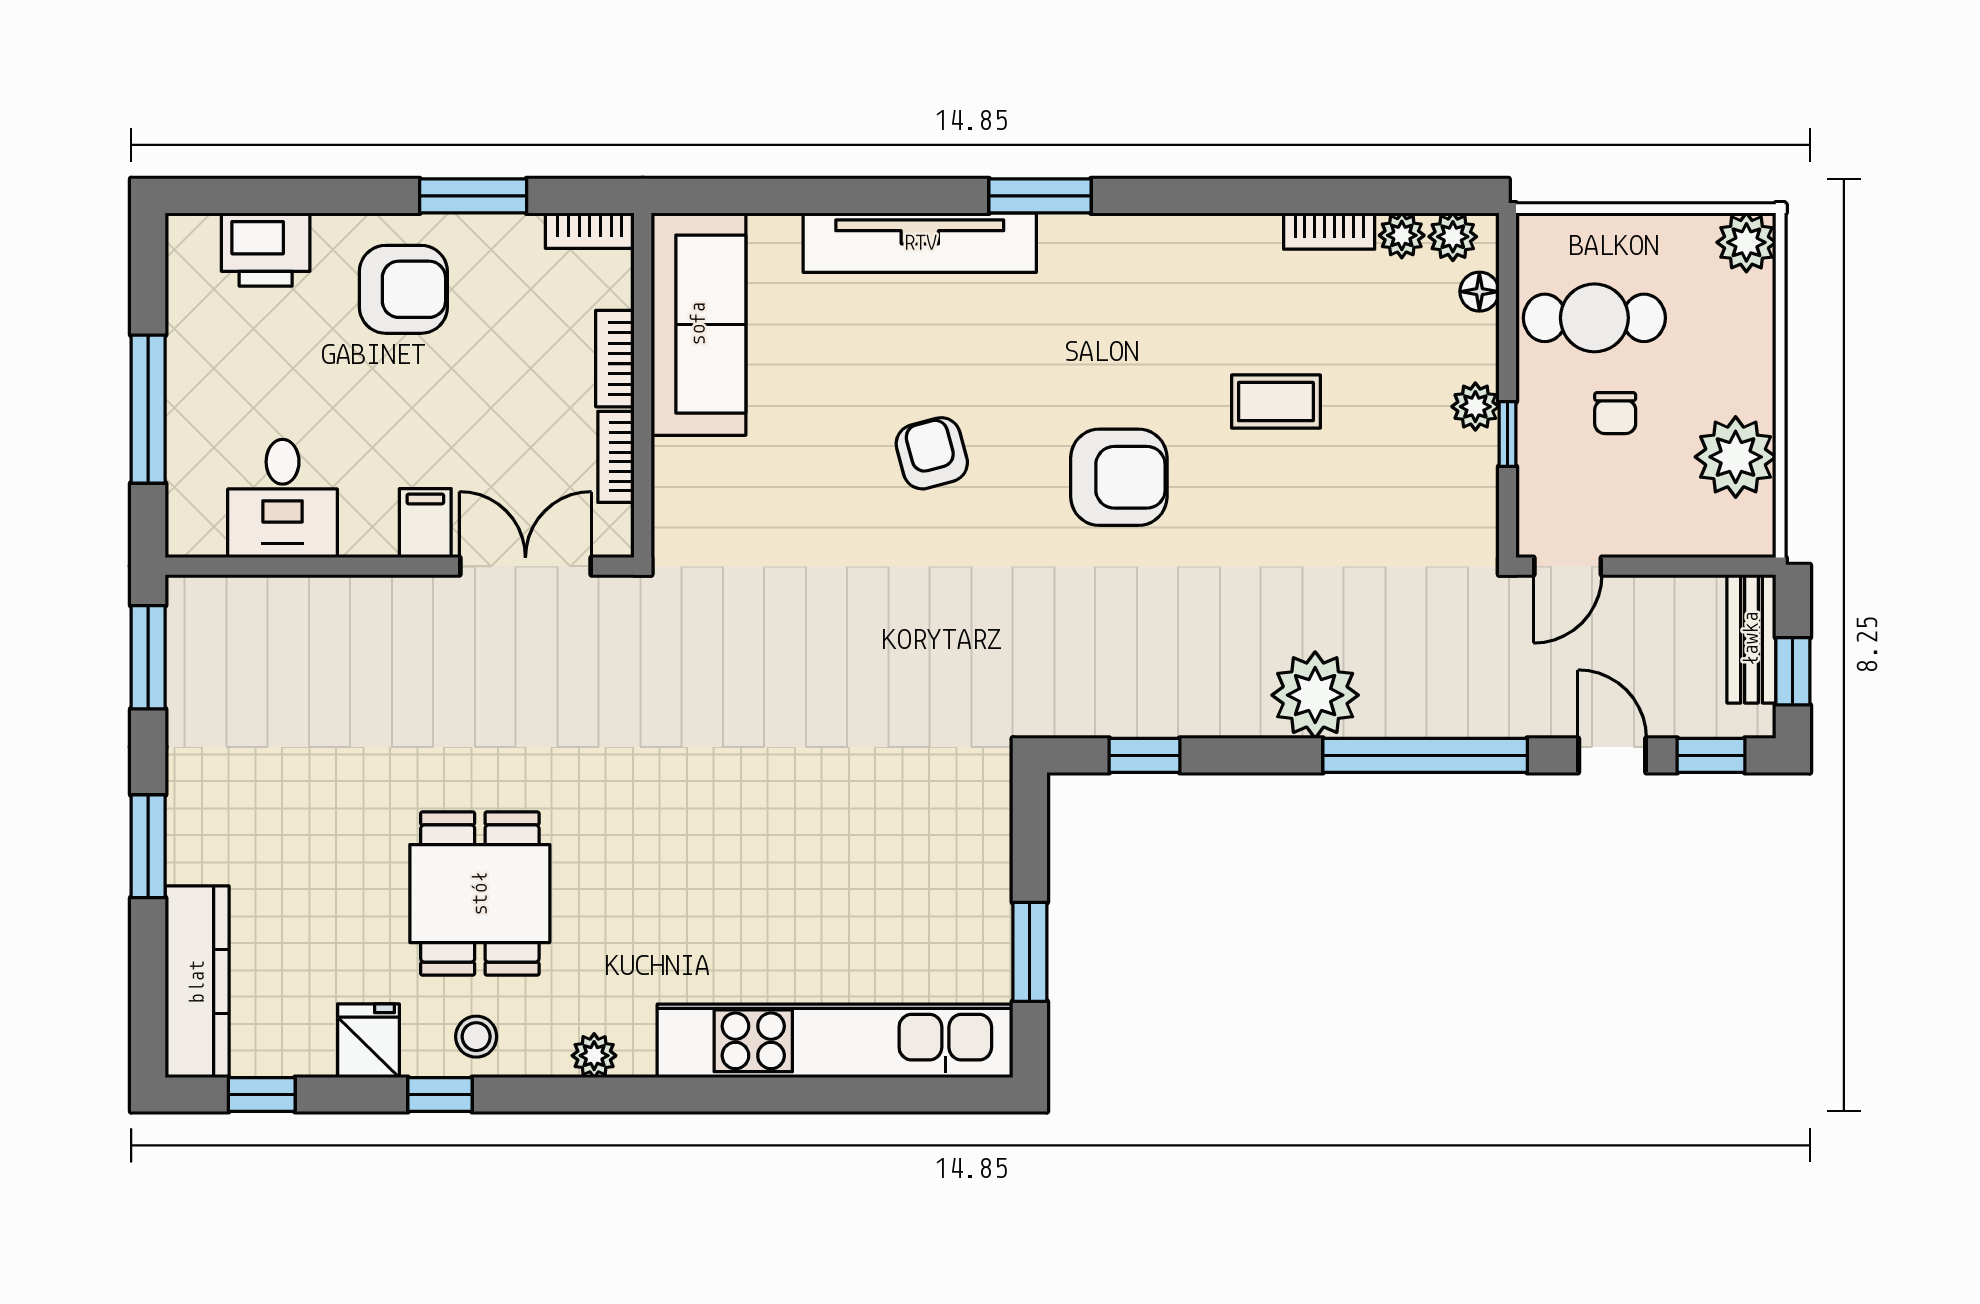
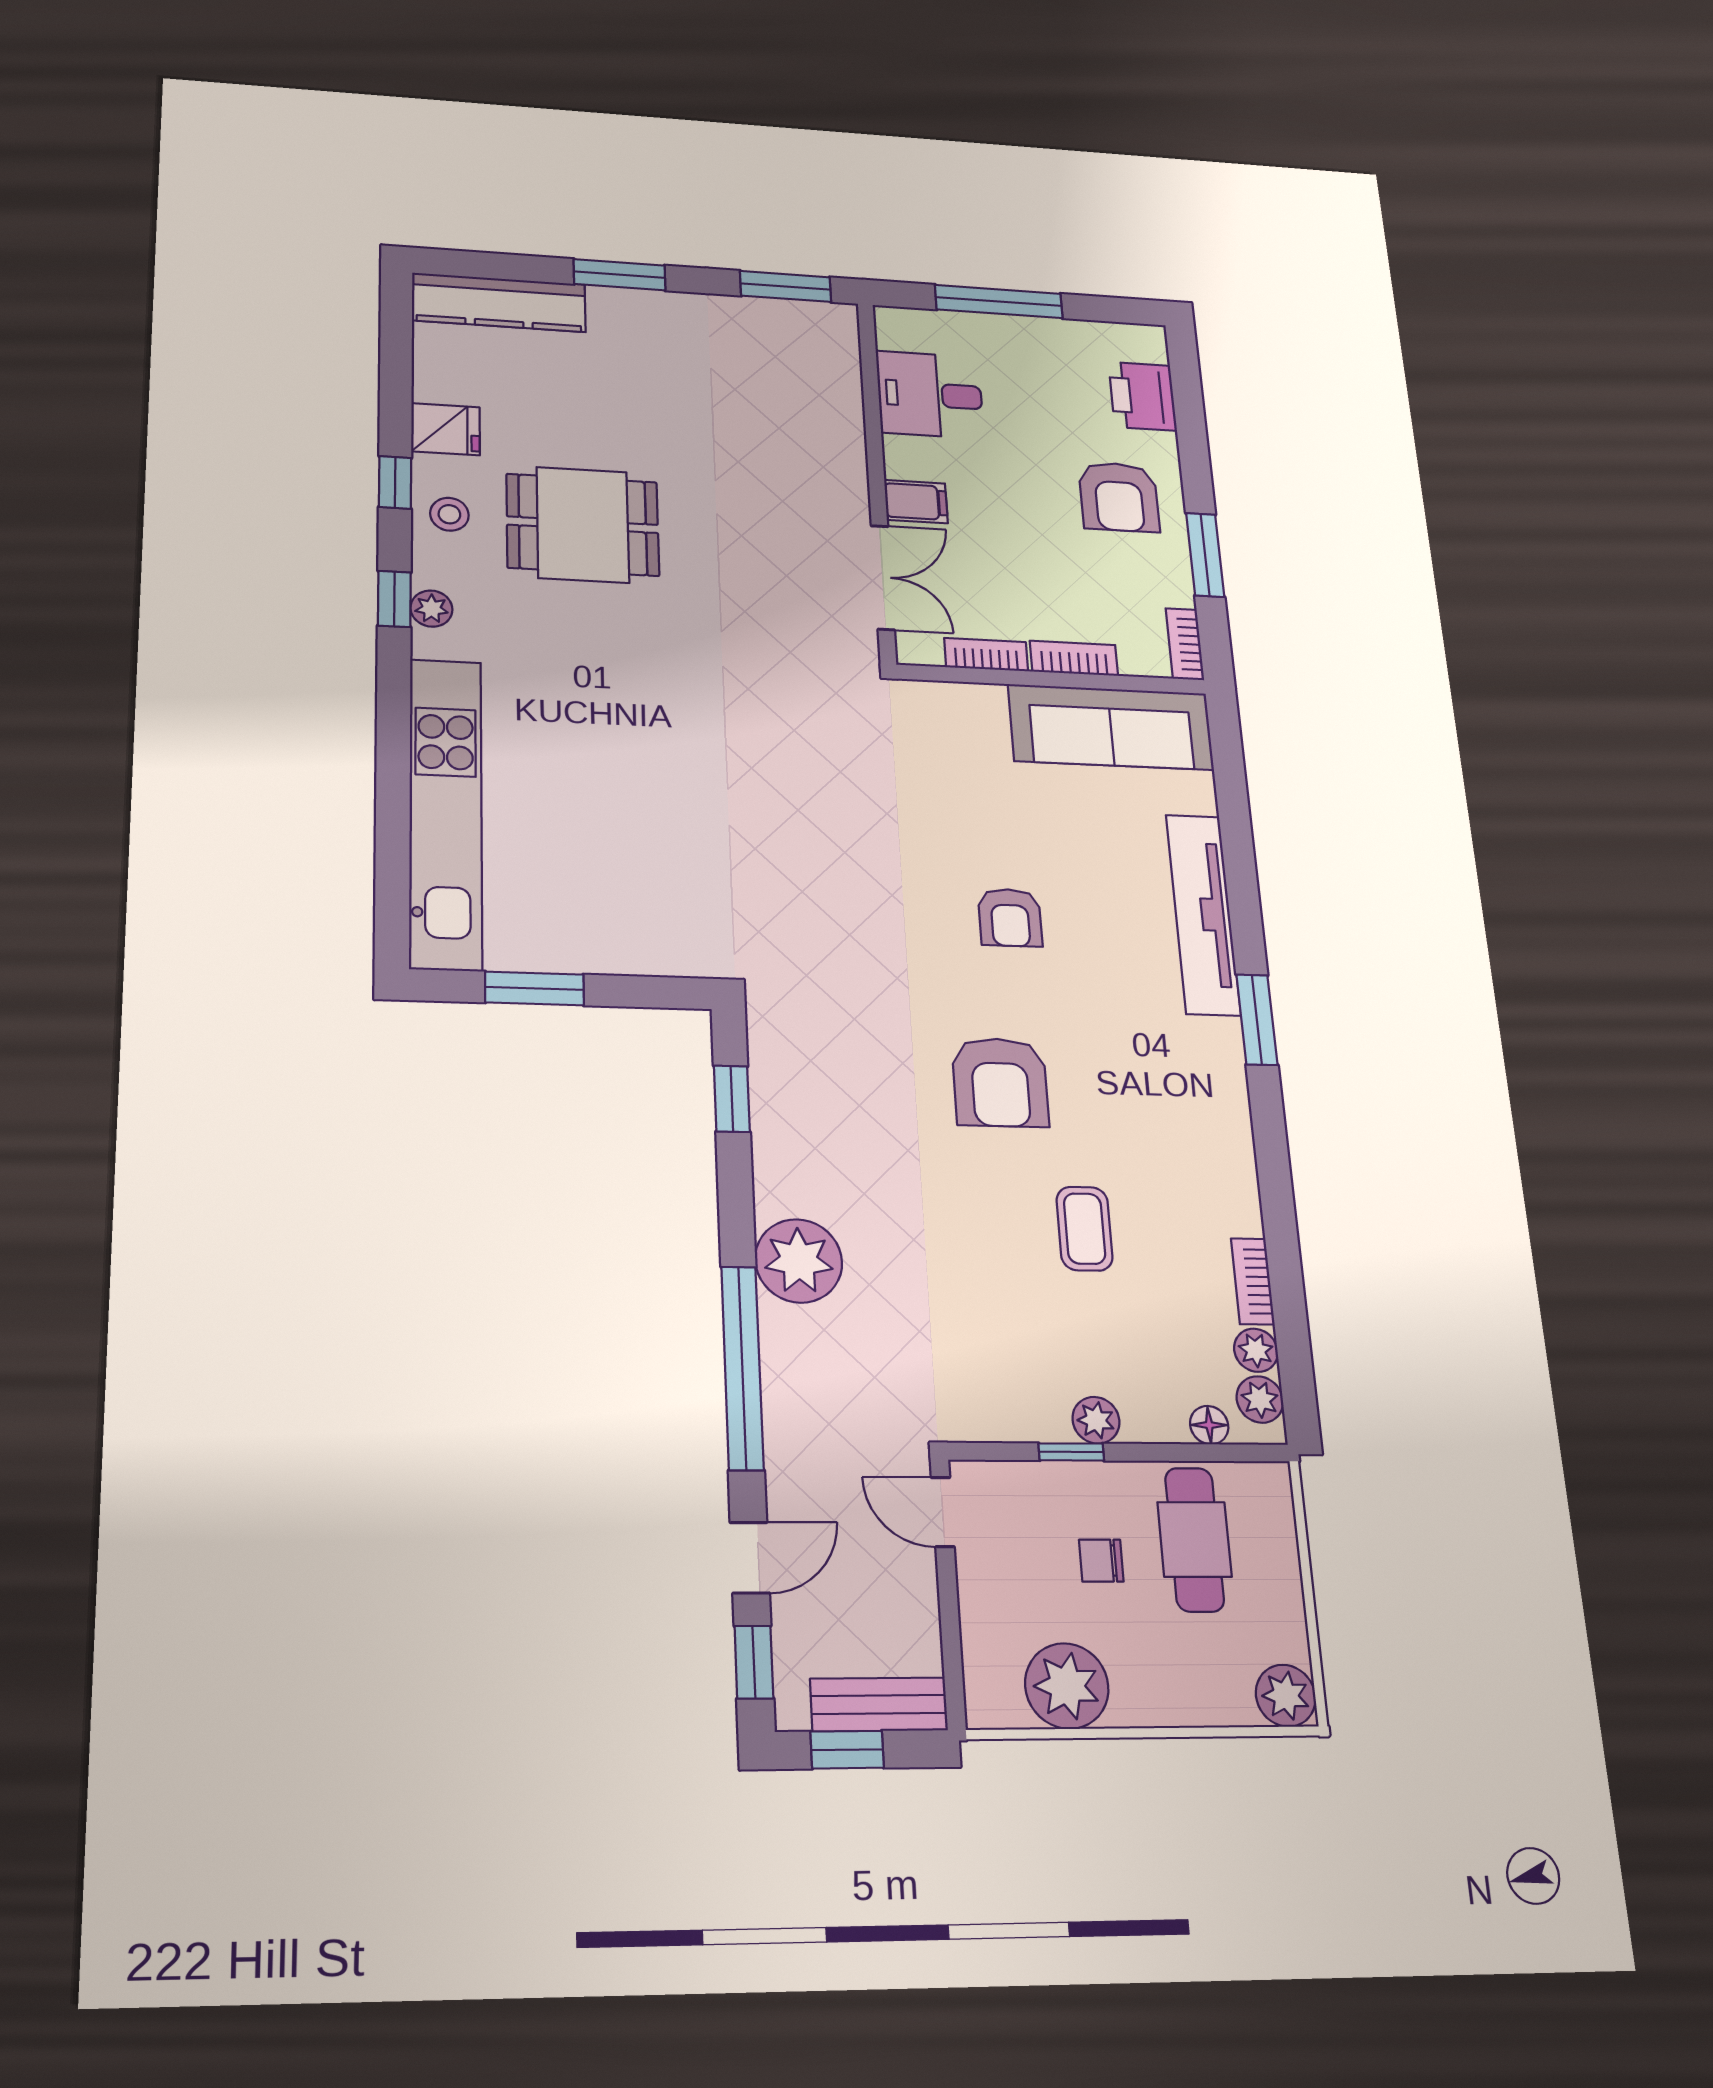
armchair: (932, 453) -> (1010, 918), turned 105
window: (262, 1095) -> (394, 599), moved

